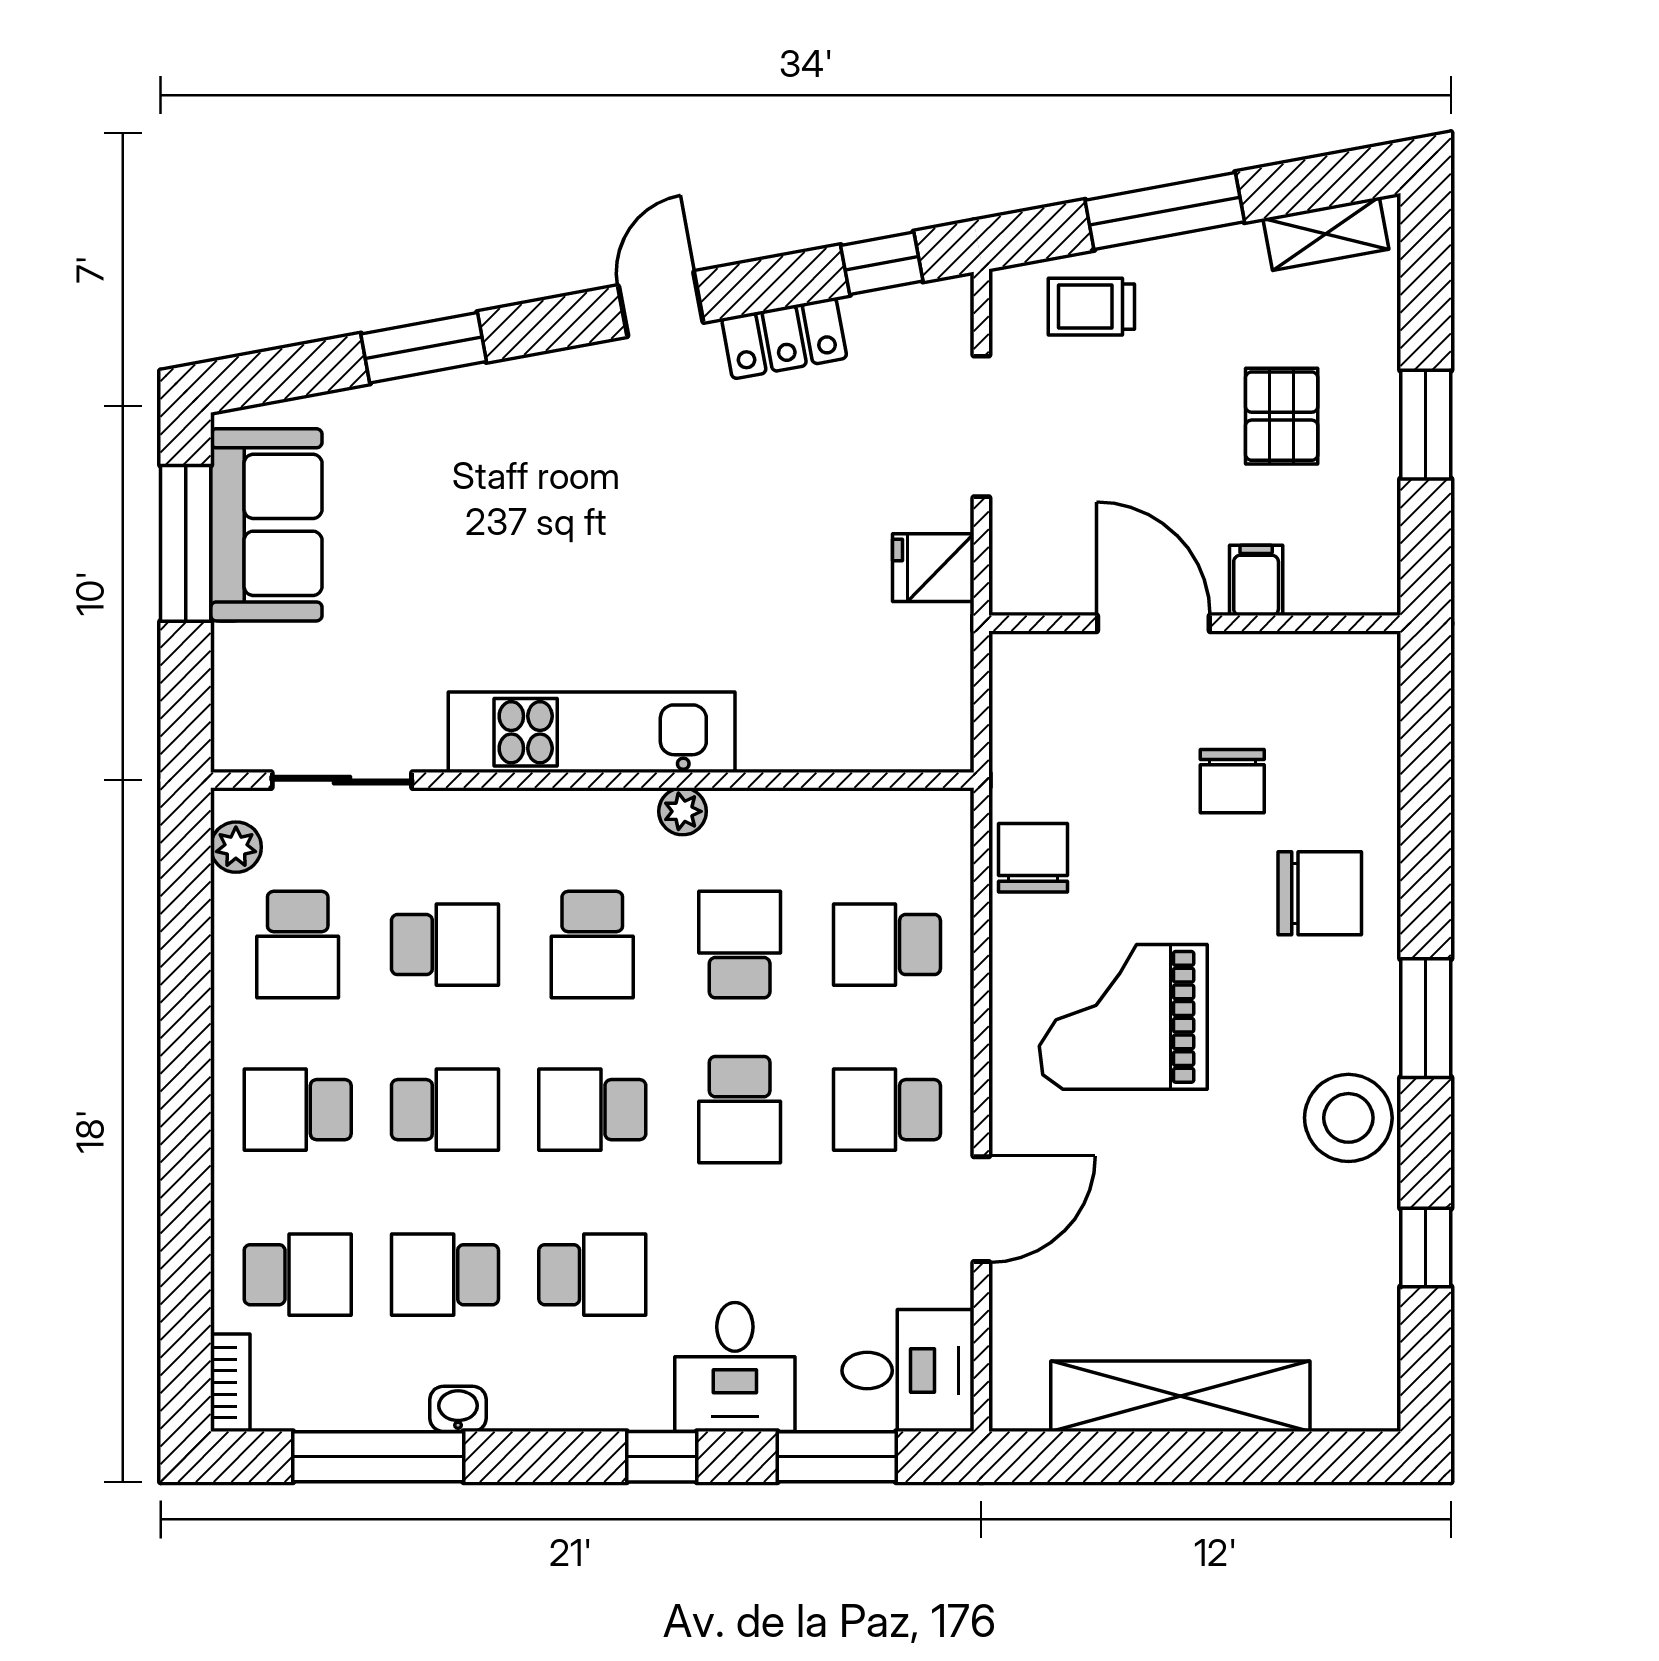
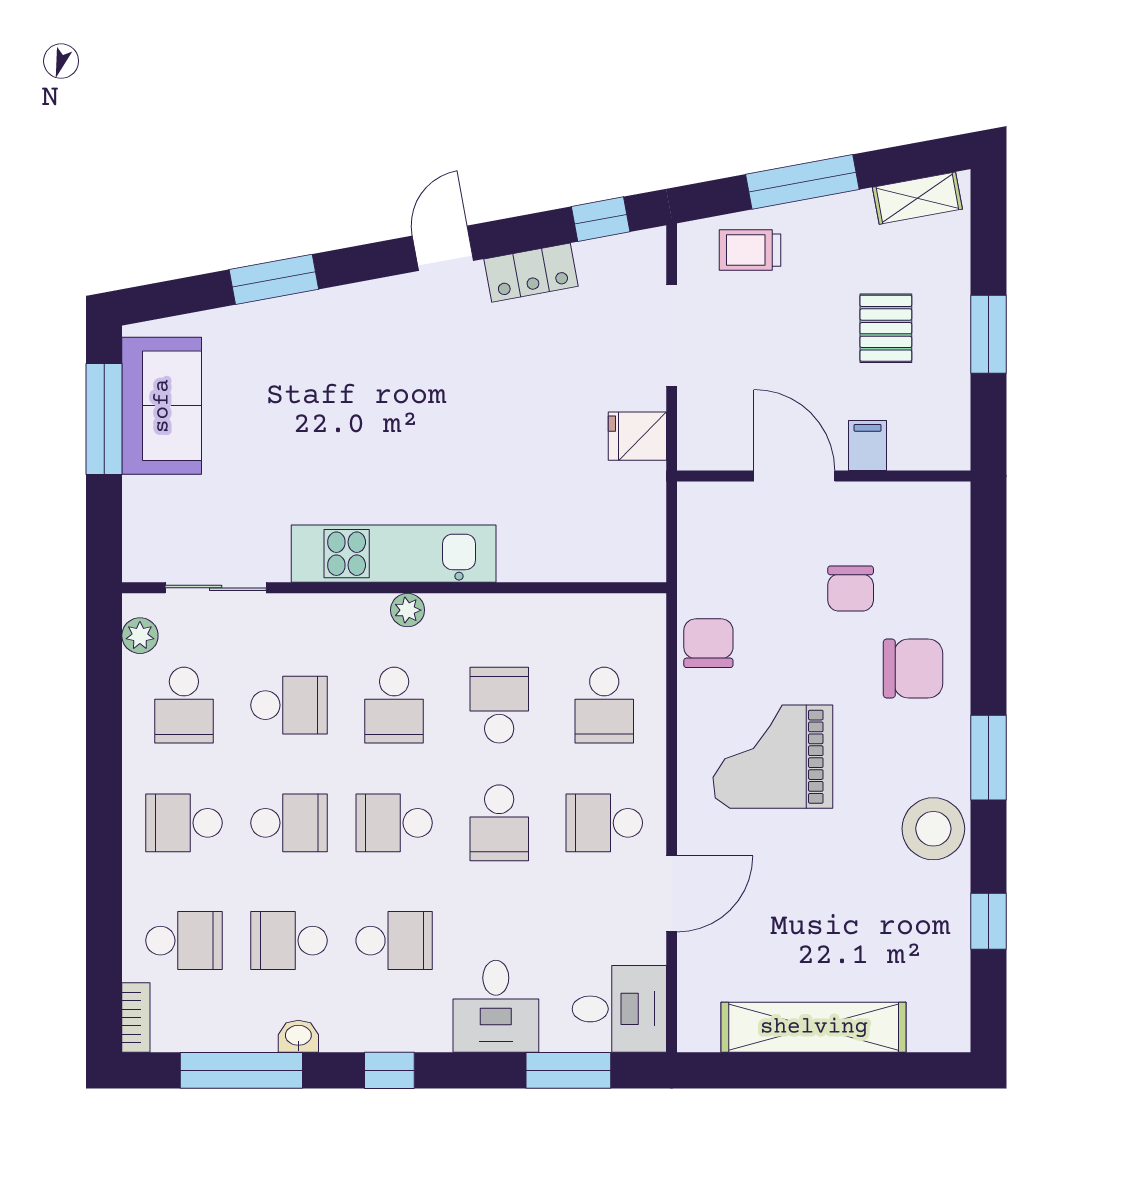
plant: (683, 811) -> (408, 610), moved
school desk: (887, 945) -> (604, 705), turned -90
window: (662, 1457) -> (389, 1070), moved

